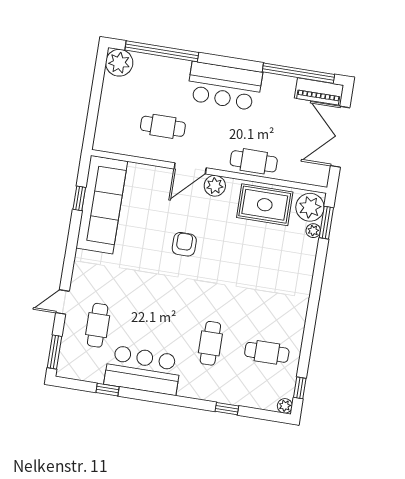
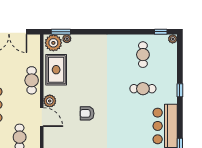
window: (227, 409) -> (180, 90), moved

